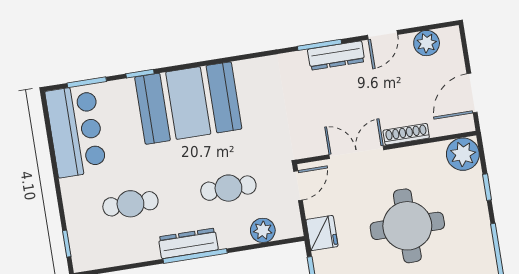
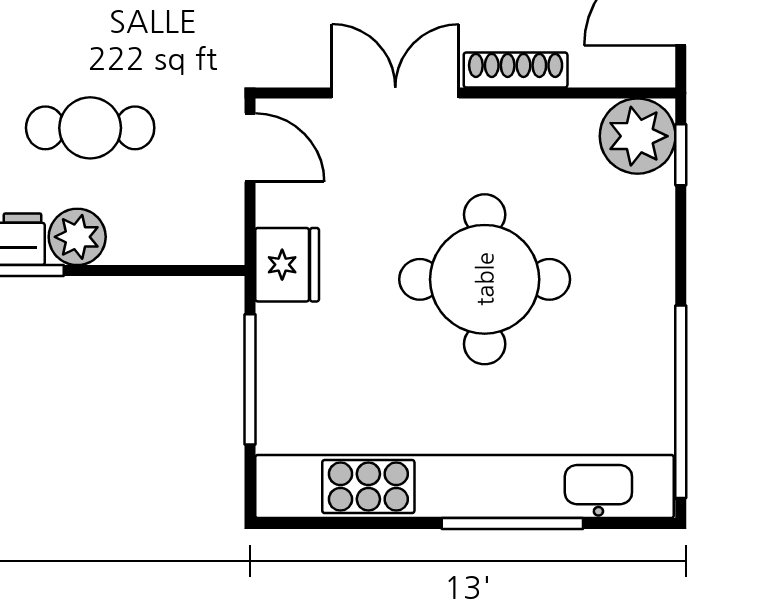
door: (298, 186) -> (250, 148), hinge flipped
window: (487, 187) -> (681, 155), moved
plant: (263, 230) -> (77, 237), moved

